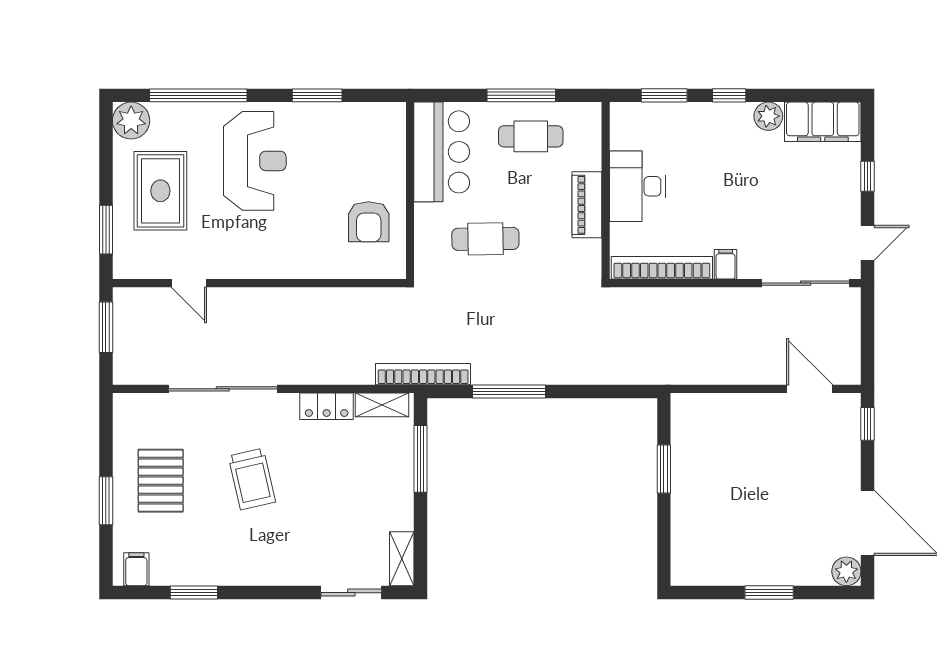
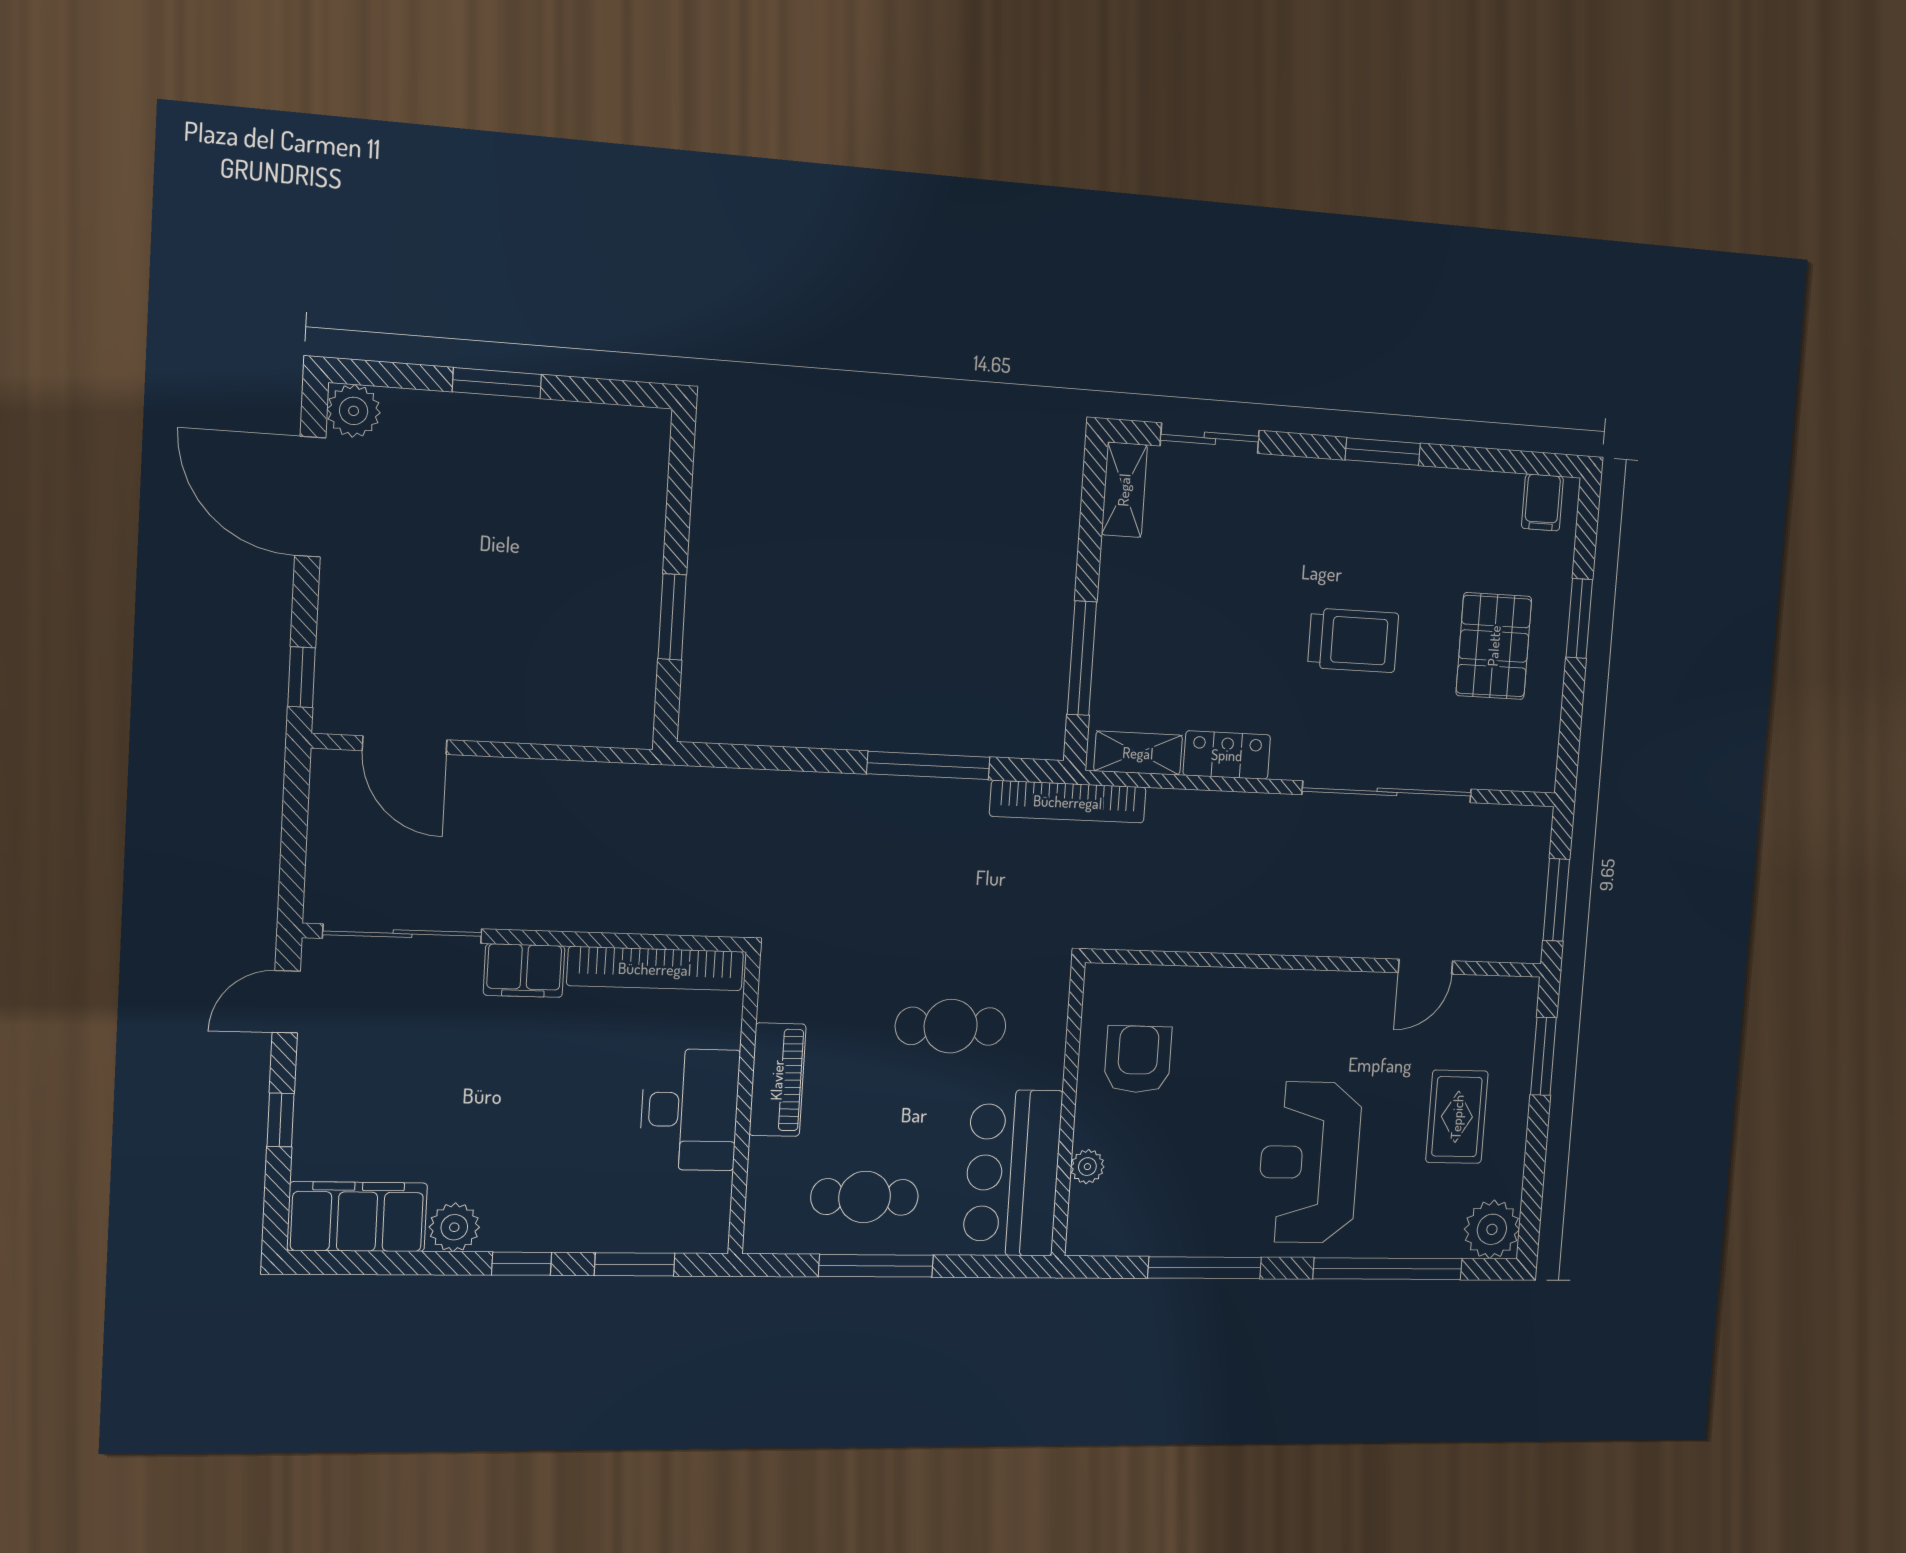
window: (317, 95) -> (1205, 1268), width x1.44
plant: (396, 156) -> (1087, 1167), added
rug: (160, 191) -> (1457, 1117), width x0.73, depth x0.70
filing cabinet: (726, 264) -> (524, 971), width x2.00
door: (189, 283) -> (1425, 967), swing flipped
trolley: (252, 479) -> (1353, 640), turned 103
window: (194, 593) -> (1383, 452), moved

